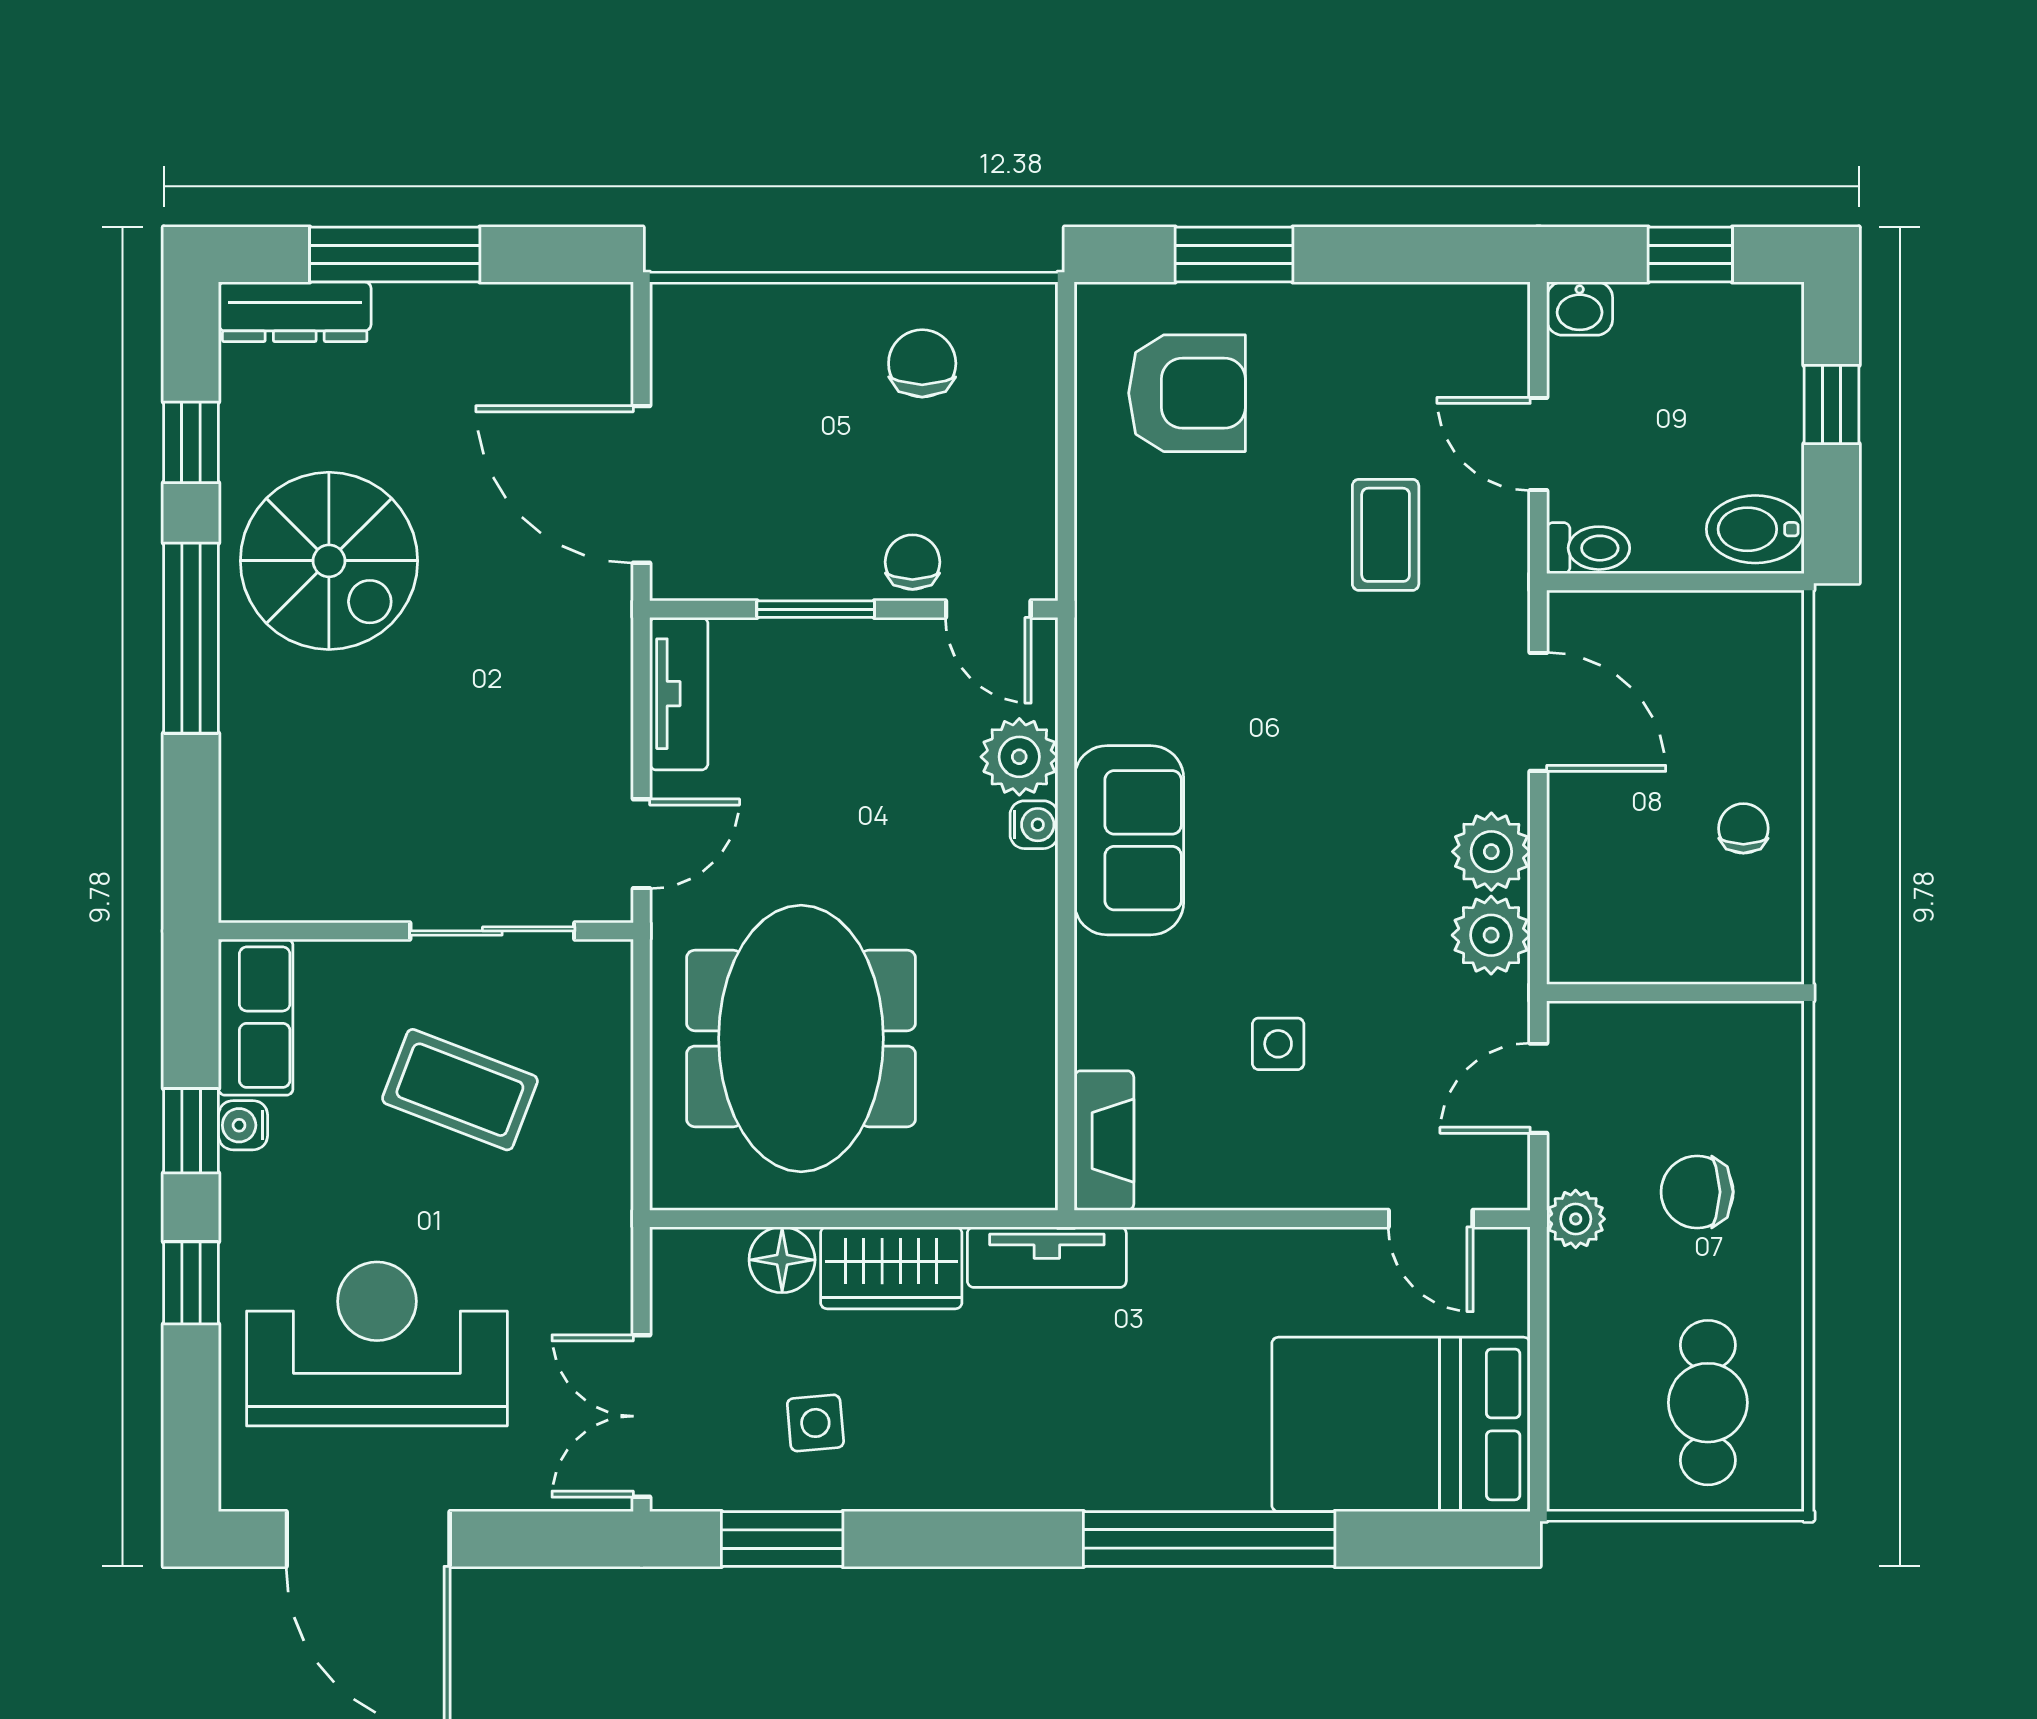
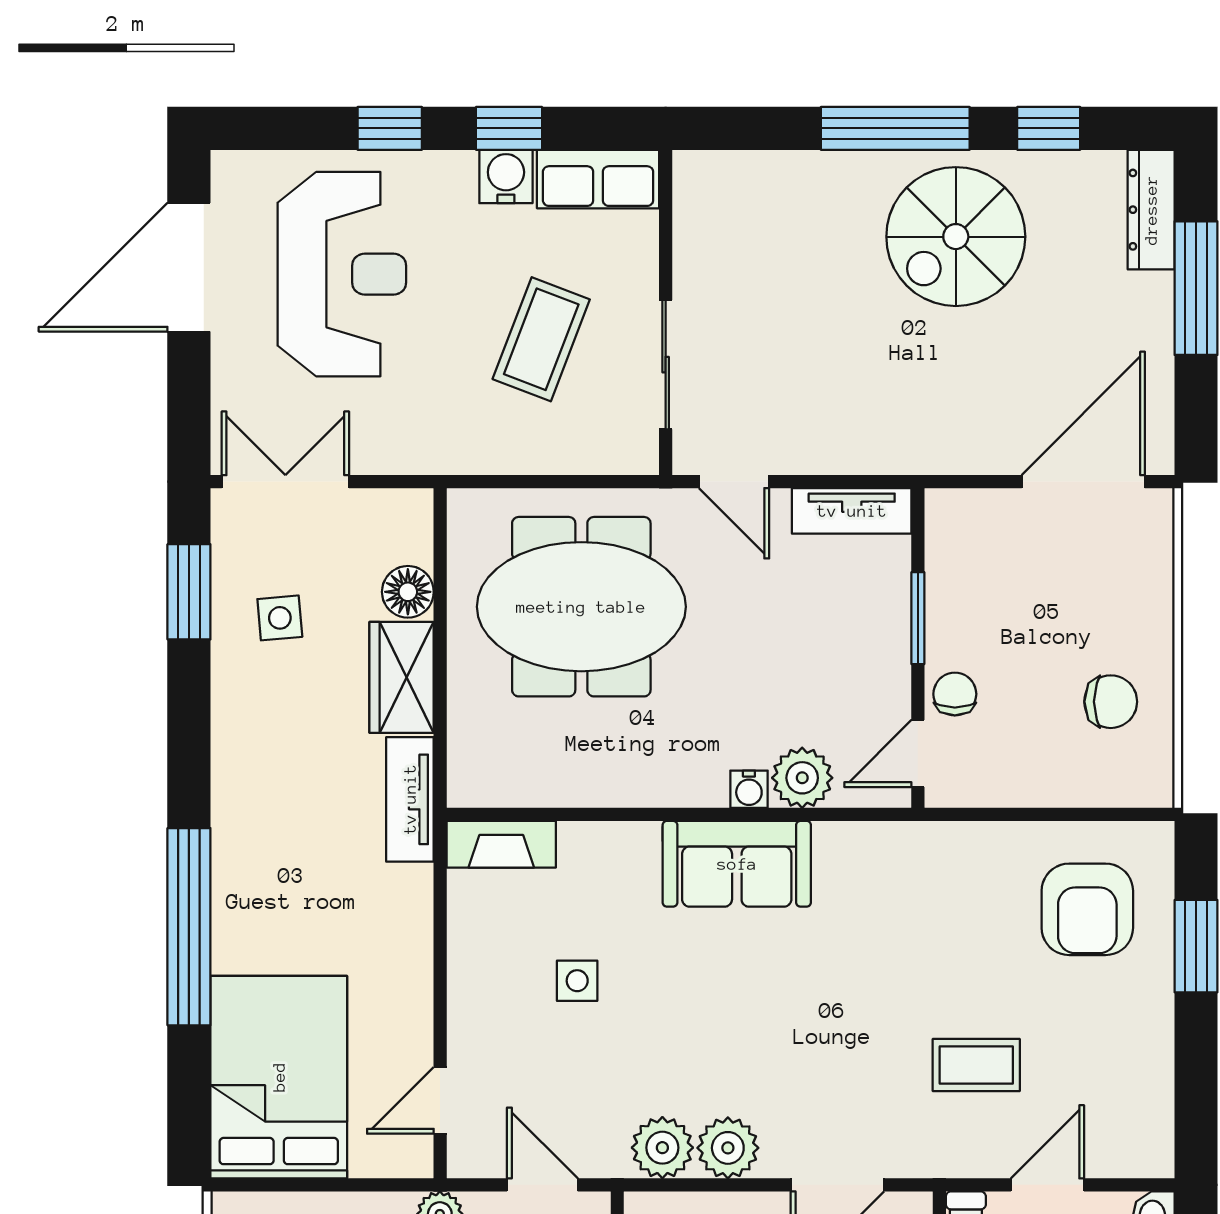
door: (642, 484) -> (1083, 482), moved
chair: (912, 562) -> (955, 694), turned -90
water cooler: (243, 1125) -> (506, 177), width x1.38, depth x1.38

